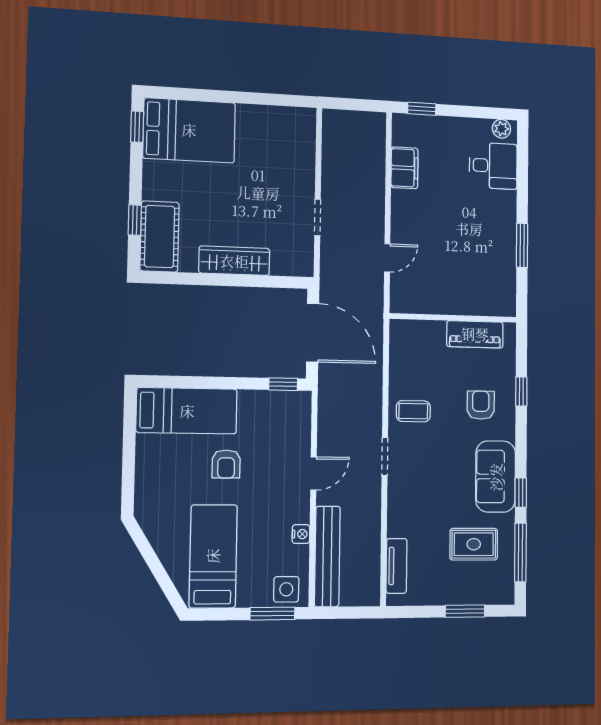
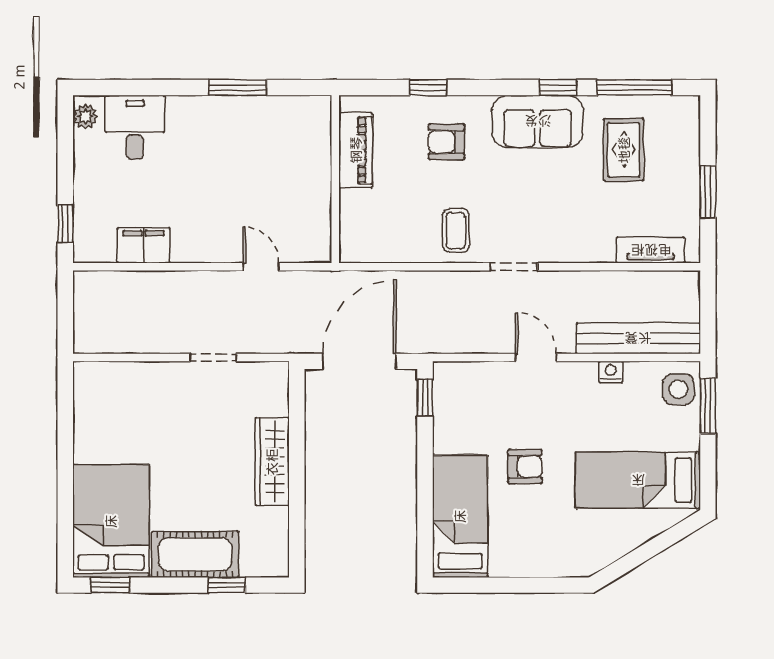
cot: (160, 236) -> (195, 554), moved
window: (465, 611) -> (708, 192), moved

